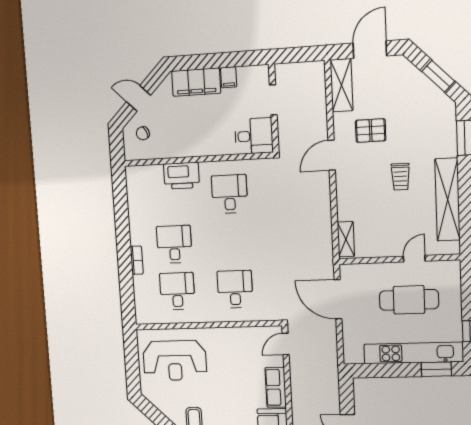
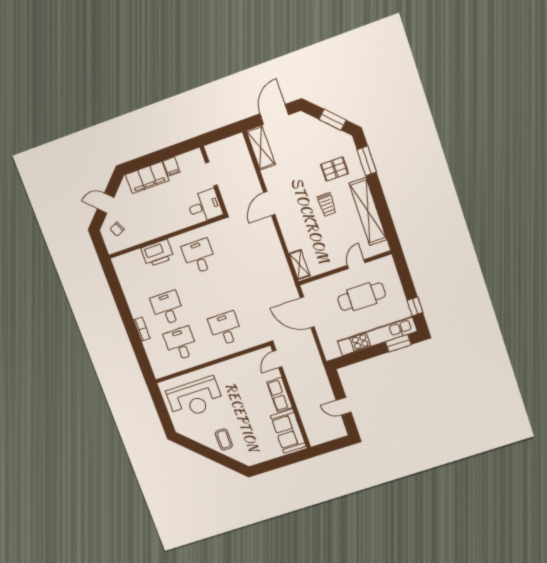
pallet: (371, 131) -> (334, 169), moved

